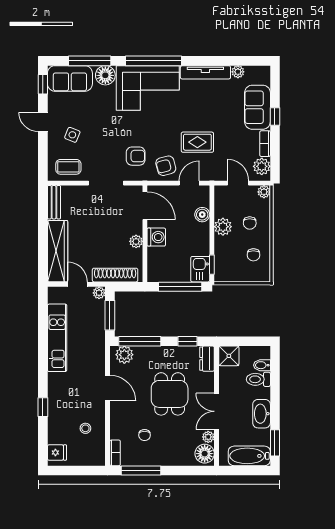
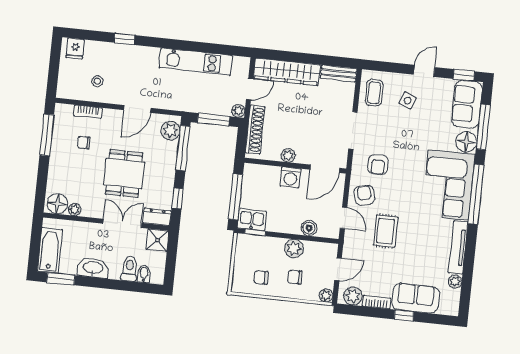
dining table: (170, 394) -> (124, 174), turned 90
double door: (217, 411) -> (122, 223), moved
bookcase: (115, 453) -> (88, 112), moved

